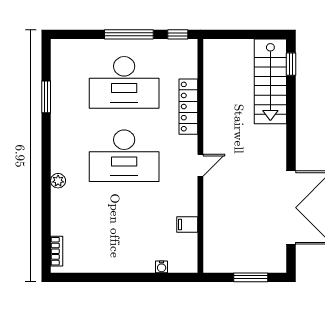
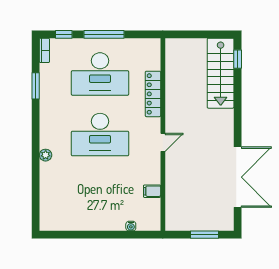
window: (178, 34) -> (64, 34), moved
bookcase: (57, 251) -> (44, 50), moved

